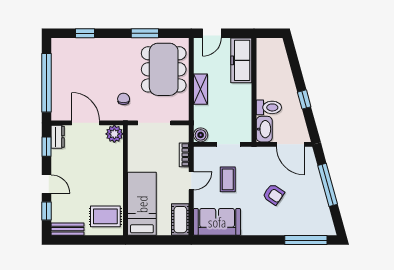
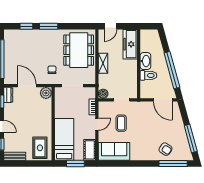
window: (145, 33) -> (49, 26), moved
window: (304, 99) -> (172, 70), width x3.17
washbasin: (264, 129) -> (145, 61), moved
window: (328, 185) -> (191, 138), moved
armchair: (273, 194) -> (165, 149), moved
rug: (105, 216) -> (40, 148), turned 90
window: (159, 240) -> (75, 163), added

